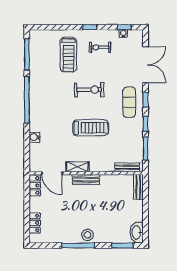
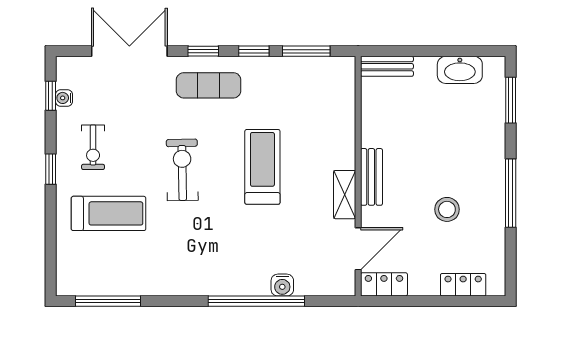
window: (27, 100) -> (256, 301), moved
bench: (127, 167) -> (346, 90), removed
washbasin: (137, 233) -> (460, 70), moved
stool: (88, 235) -> (447, 209), moved

